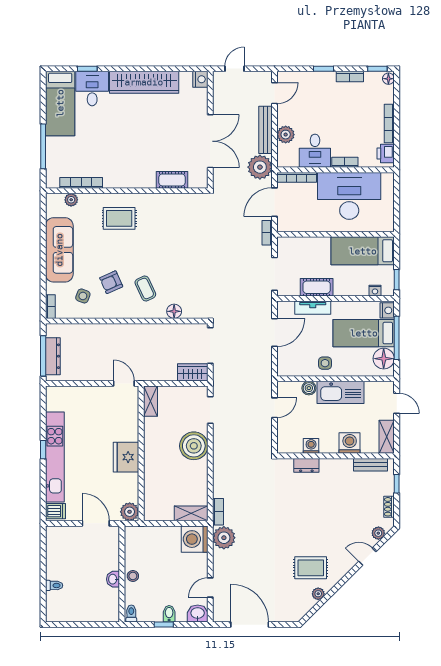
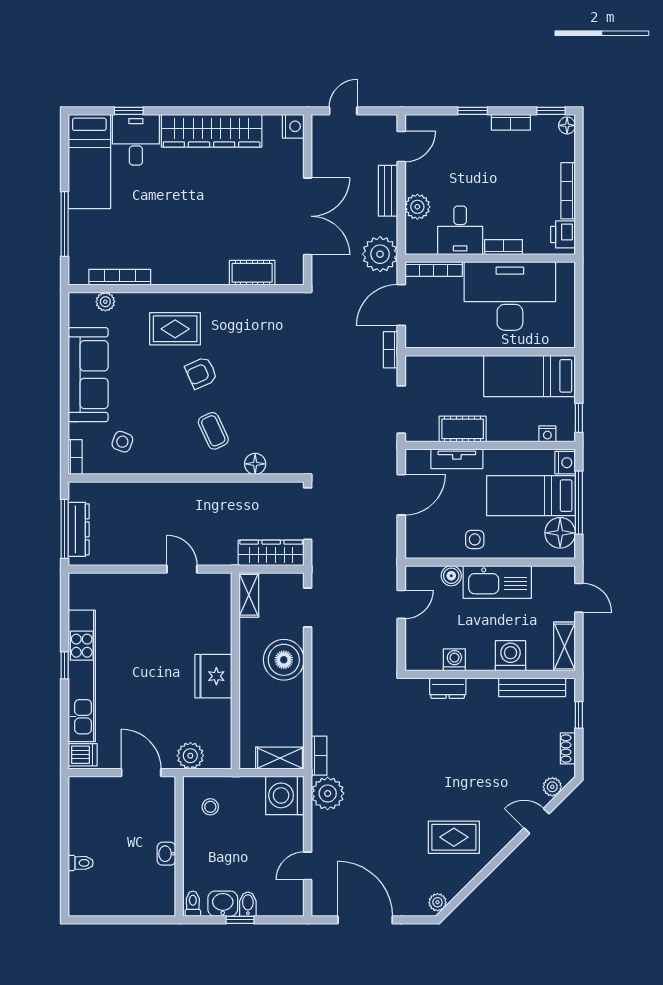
bench: (265, 130) -> (388, 191), width x0.73
armchair: (111, 282) -> (201, 373), moved
wardrobe: (193, 372) -> (271, 553), width x1.50
shelving: (150, 401) -> (249, 595), moved
wall: (141, 453) -> (235, 671), moved
fridge: (126, 457) -> (213, 676), moved
bench: (371, 465) -> (532, 687), width x1.36
stool: (133, 576) -> (210, 807), moved
plant: (318, 594) -> (438, 902), moved
washbasin: (198, 613) -> (223, 904), moved

